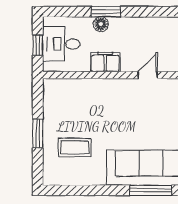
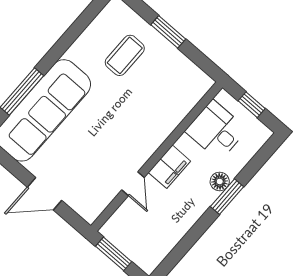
desk: (61, 44) -> (216, 130), moved, turned -90
filing cabinet: (105, 62) -> (169, 167), moved

